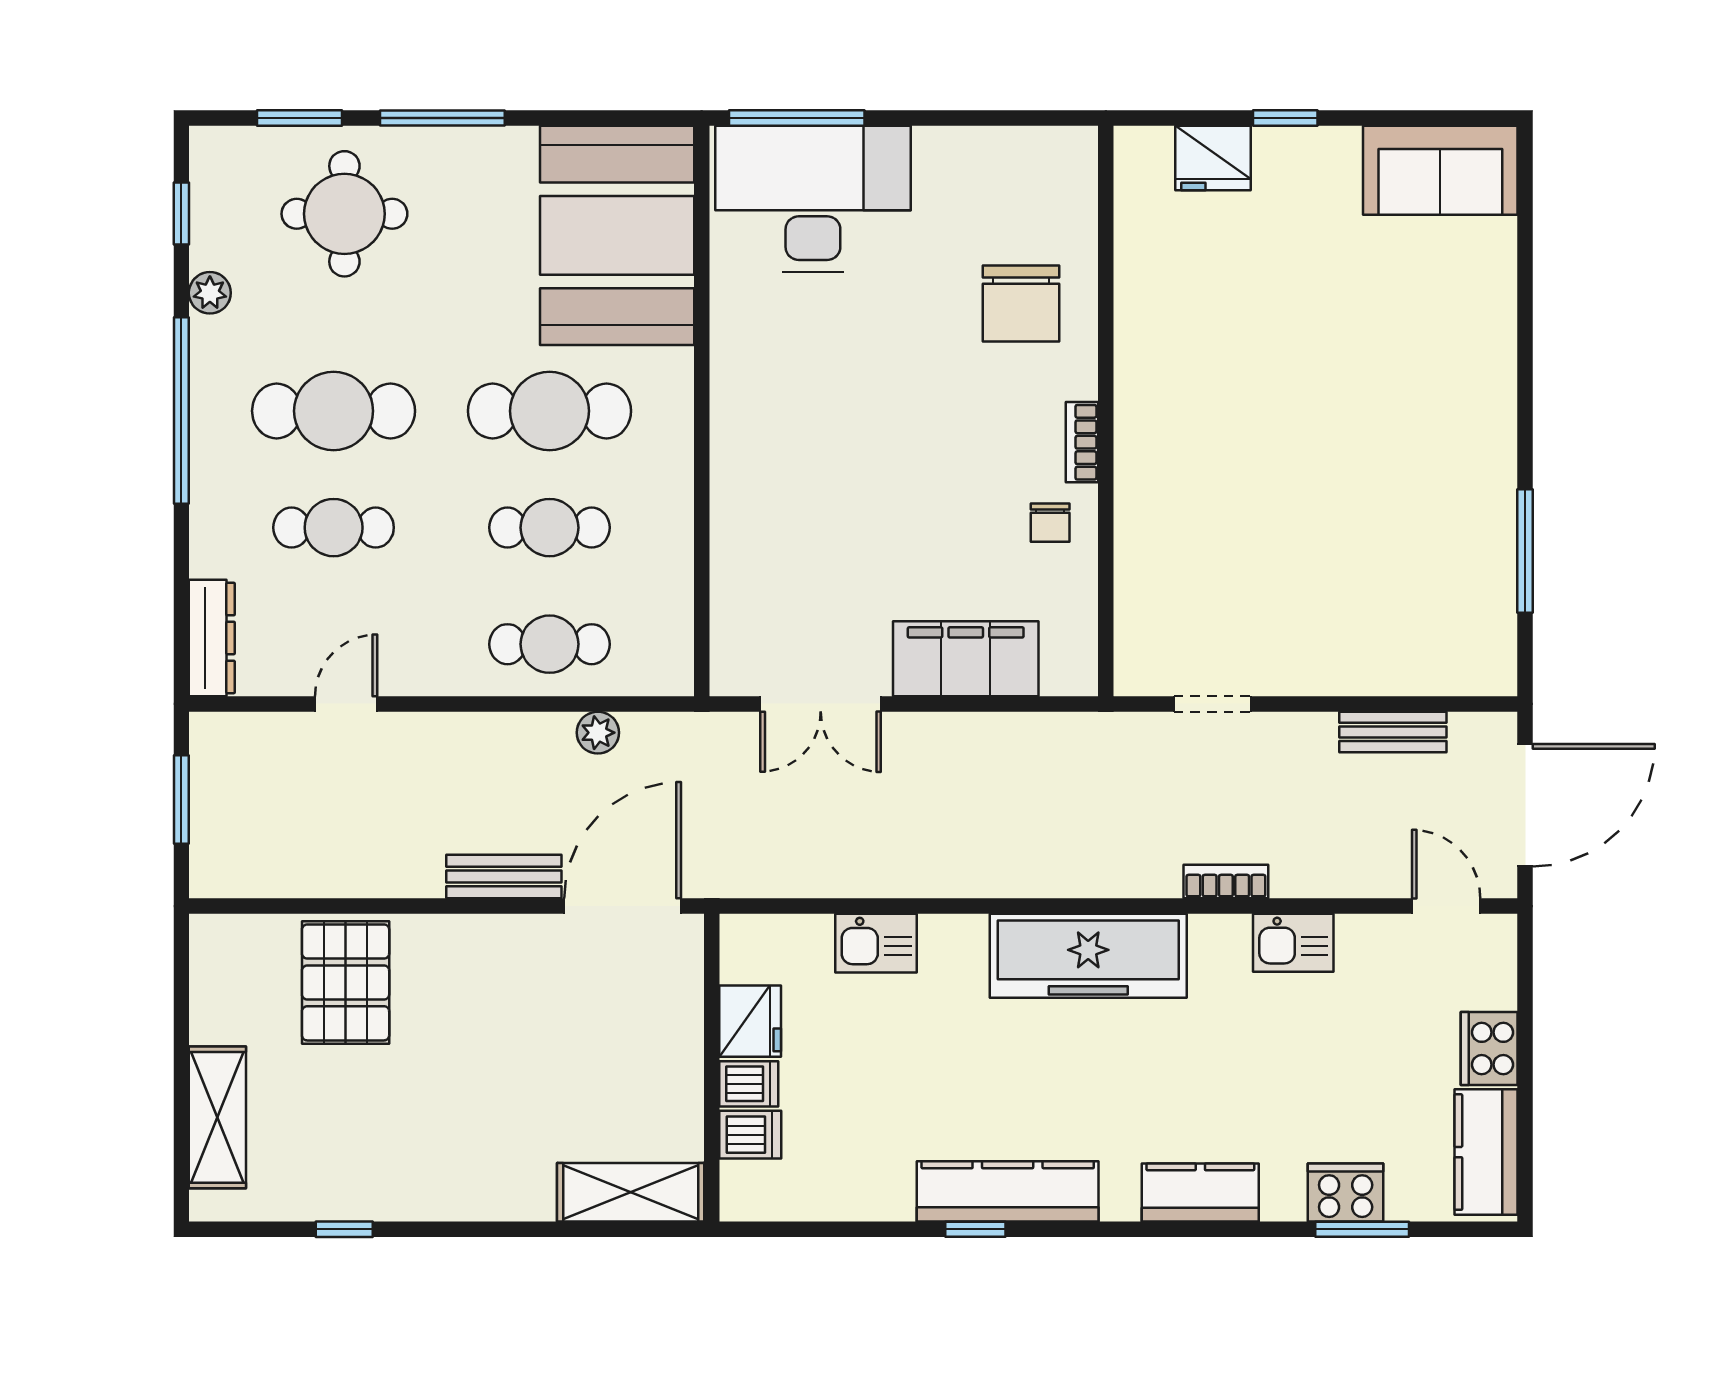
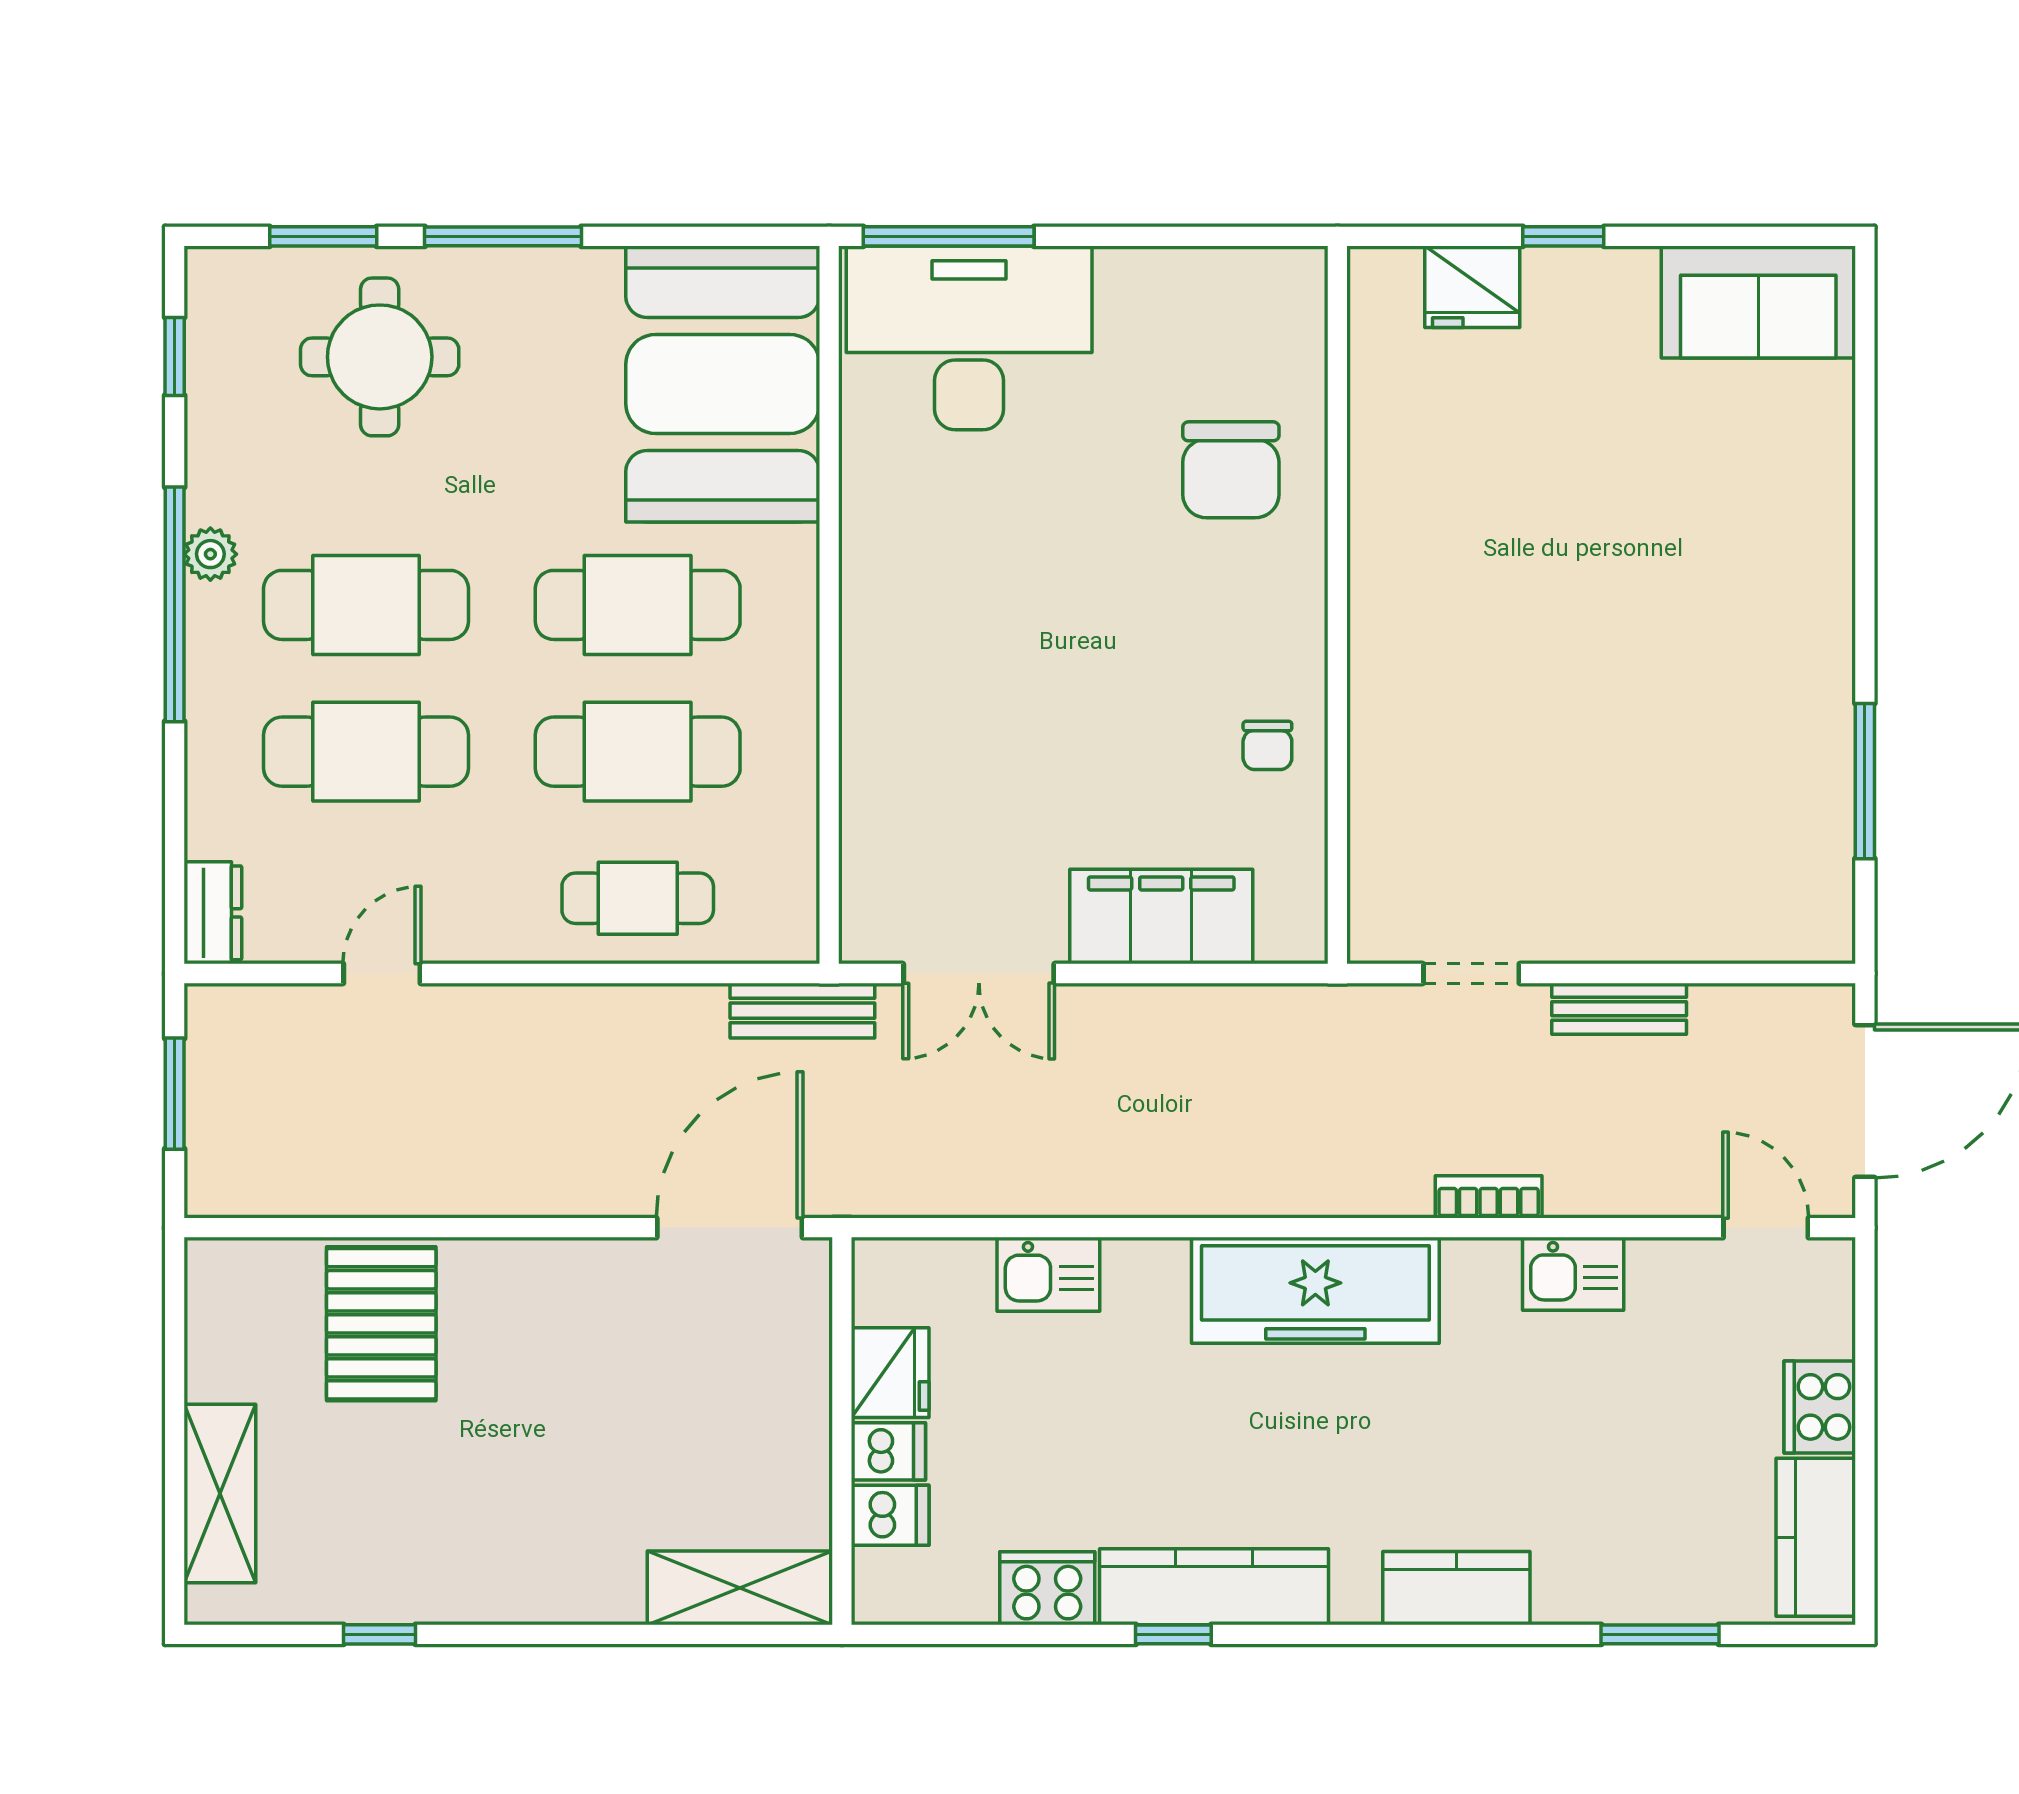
plant: (210, 293) -> (210, 554), moved
bookcase: (1082, 442) -> (1308, 644), removed
cafe table: (334, 528) -> (366, 752), width x1.37, depth x1.35
cafe table: (550, 528) -> (638, 752), width x1.37, depth x1.35
dresser: (212, 638) -> (213, 913), width x0.70
bench: (1393, 732) -> (1619, 1009), moved
plant: (598, 733) -> (698, 1010), removed
bench: (504, 877) -> (802, 1011), moved
cooker: (1346, 1193) -> (1047, 1588), moved

